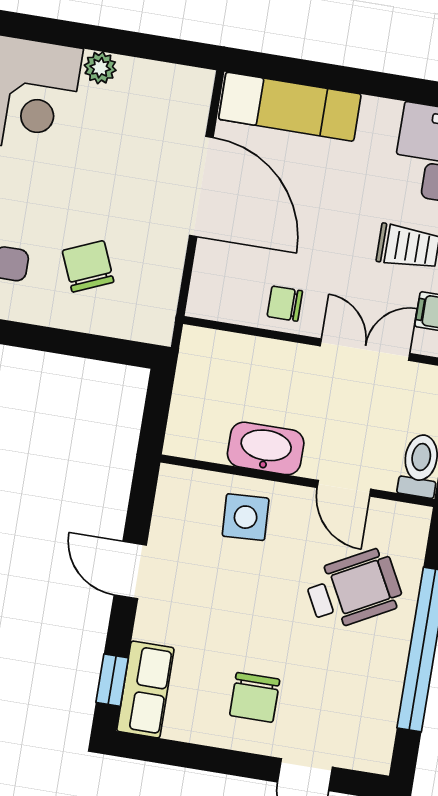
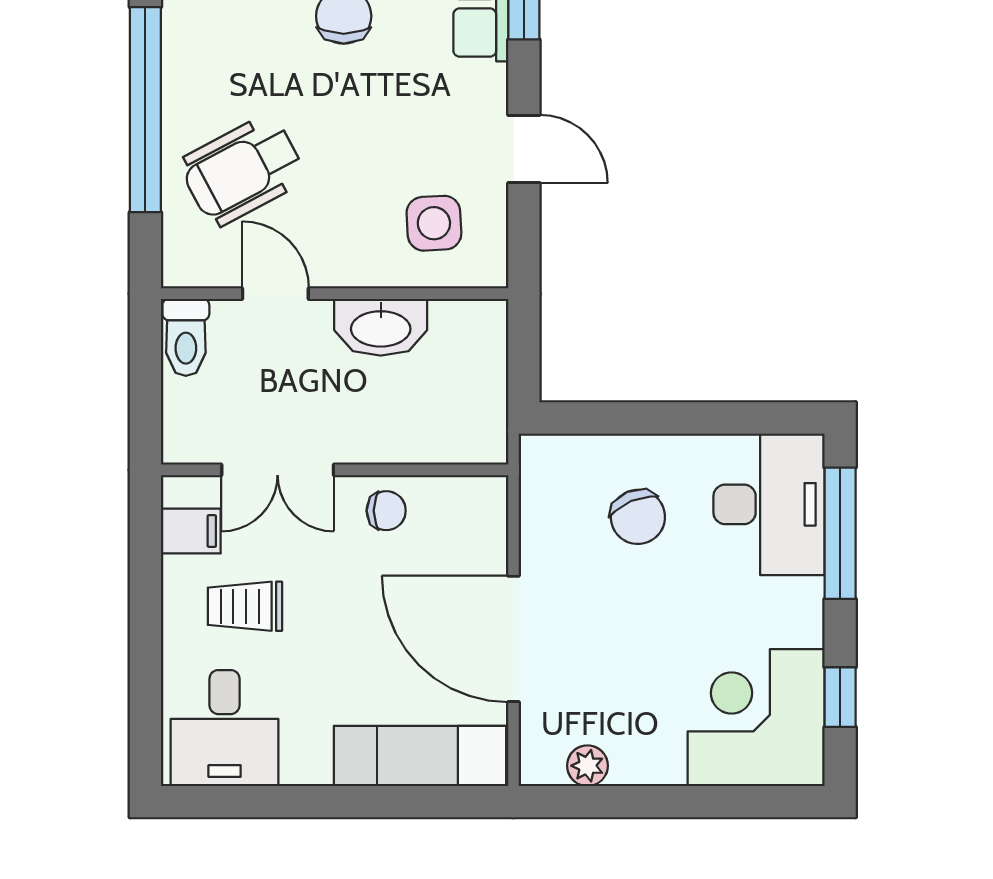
plant: (100, 68) -> (587, 766), moved
side table: (246, 517) -> (434, 223), moved

